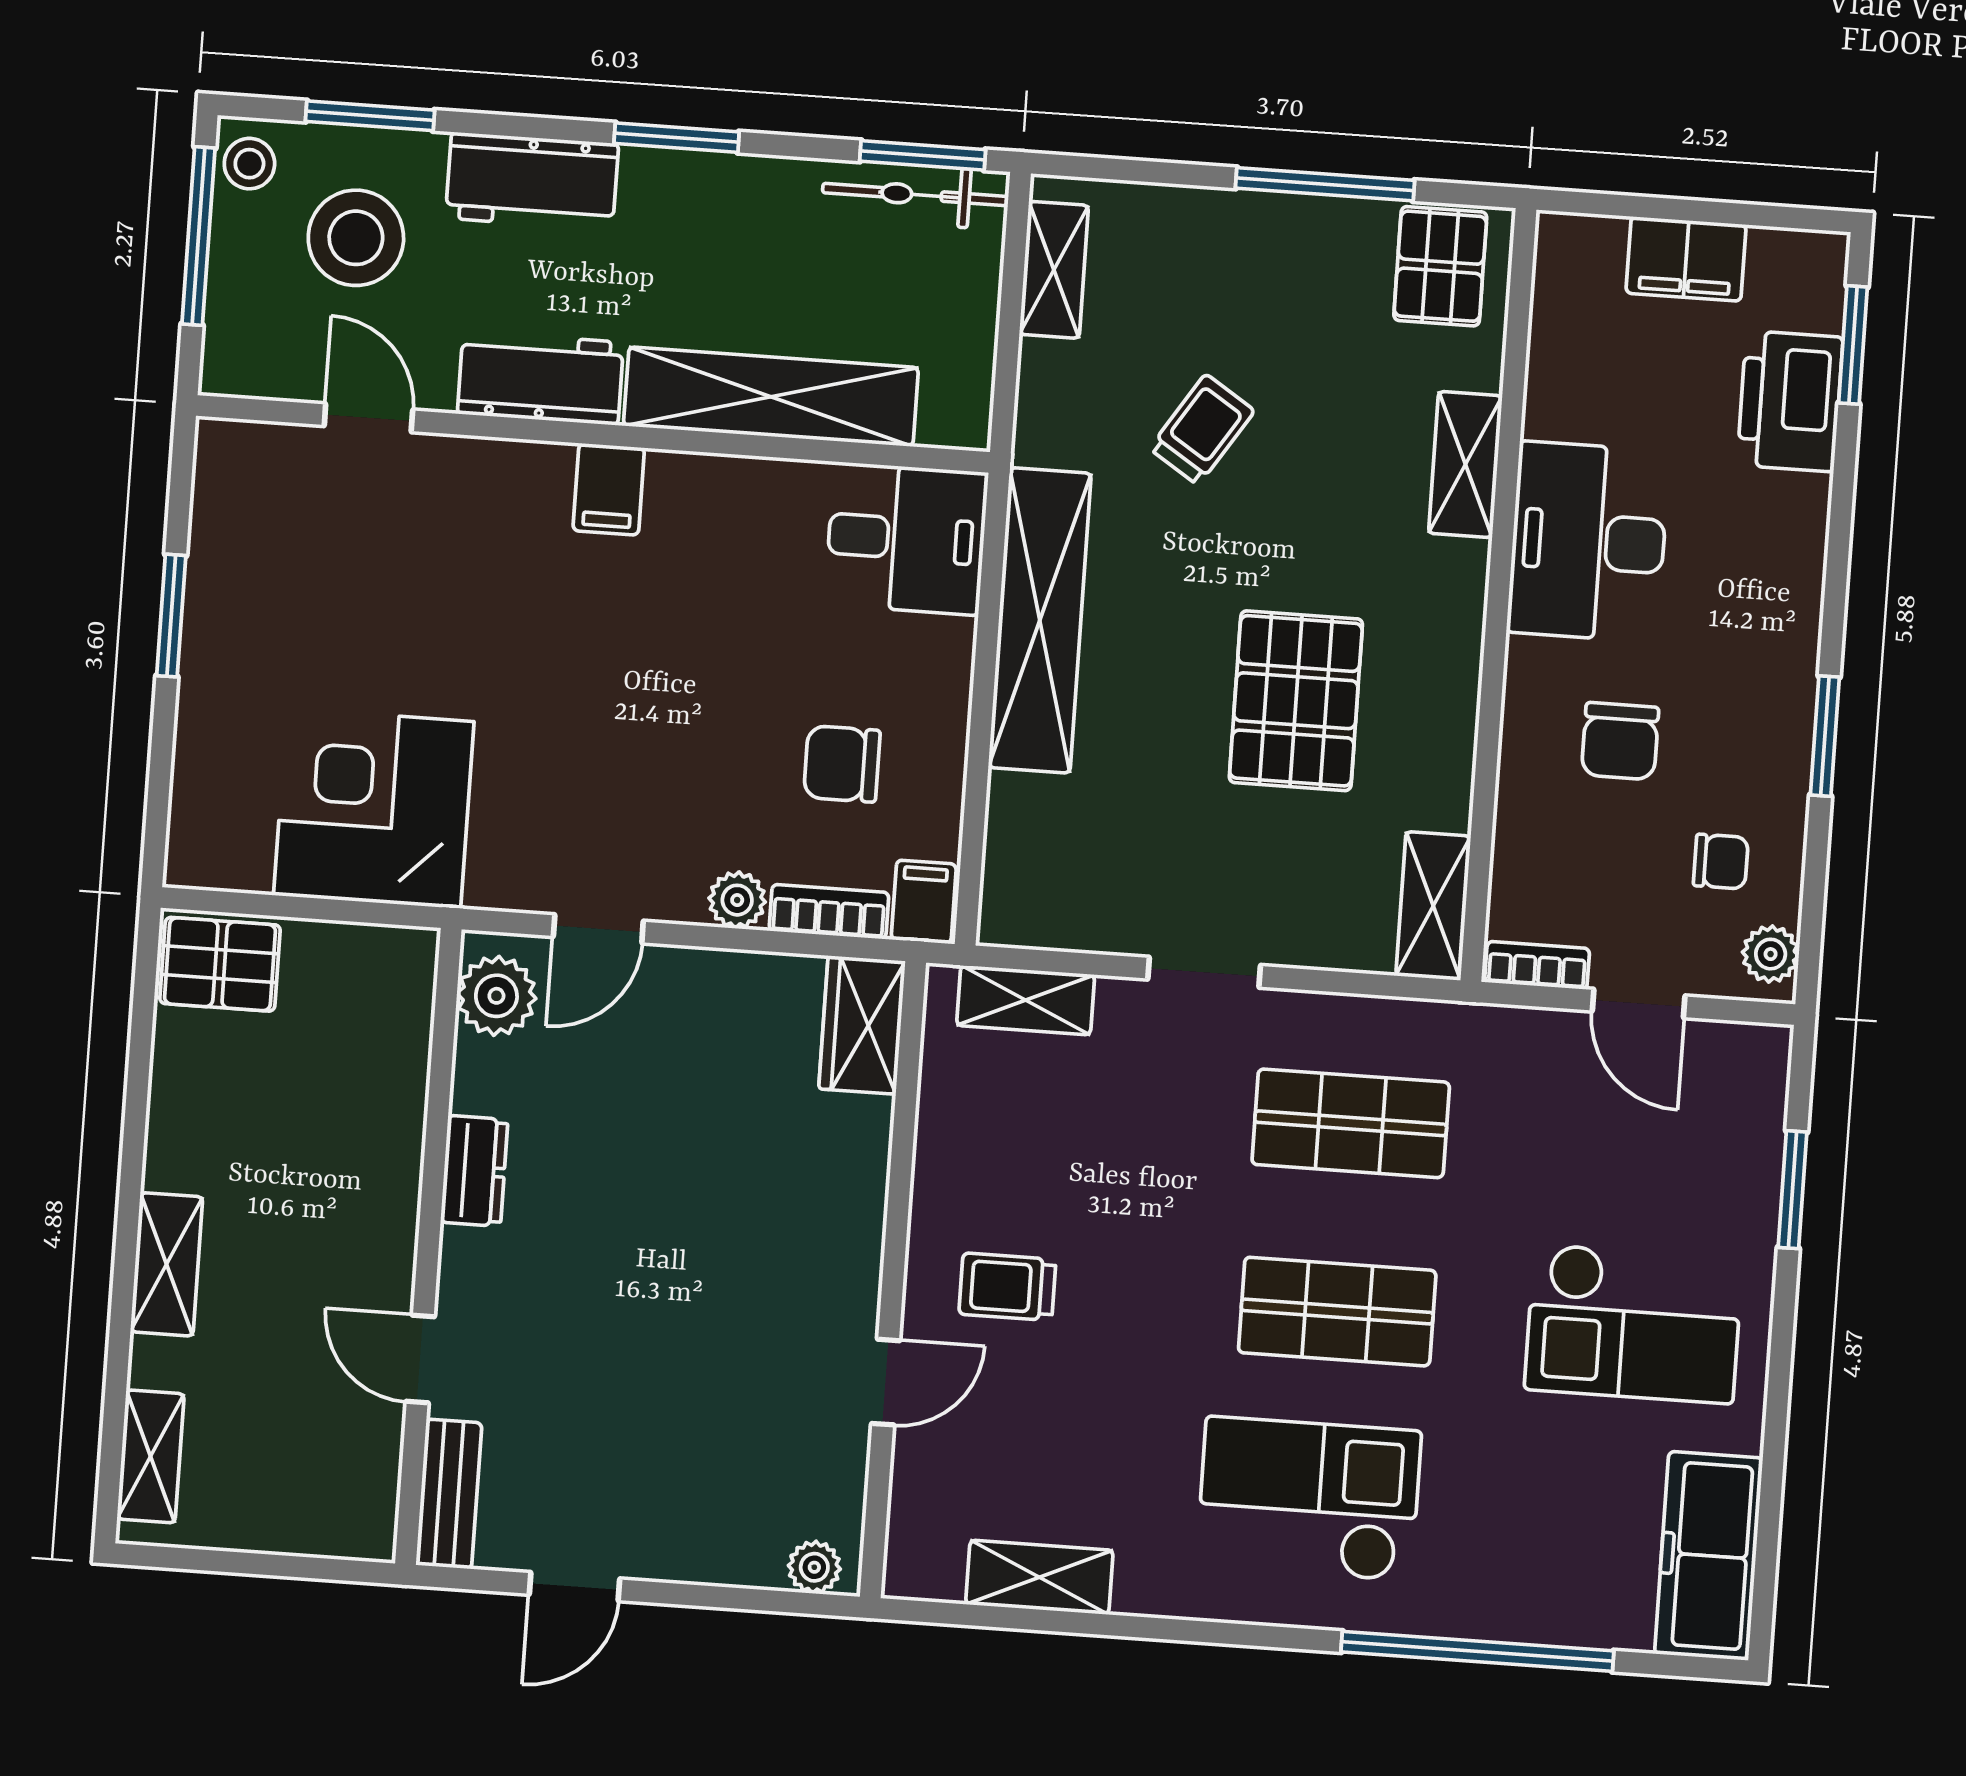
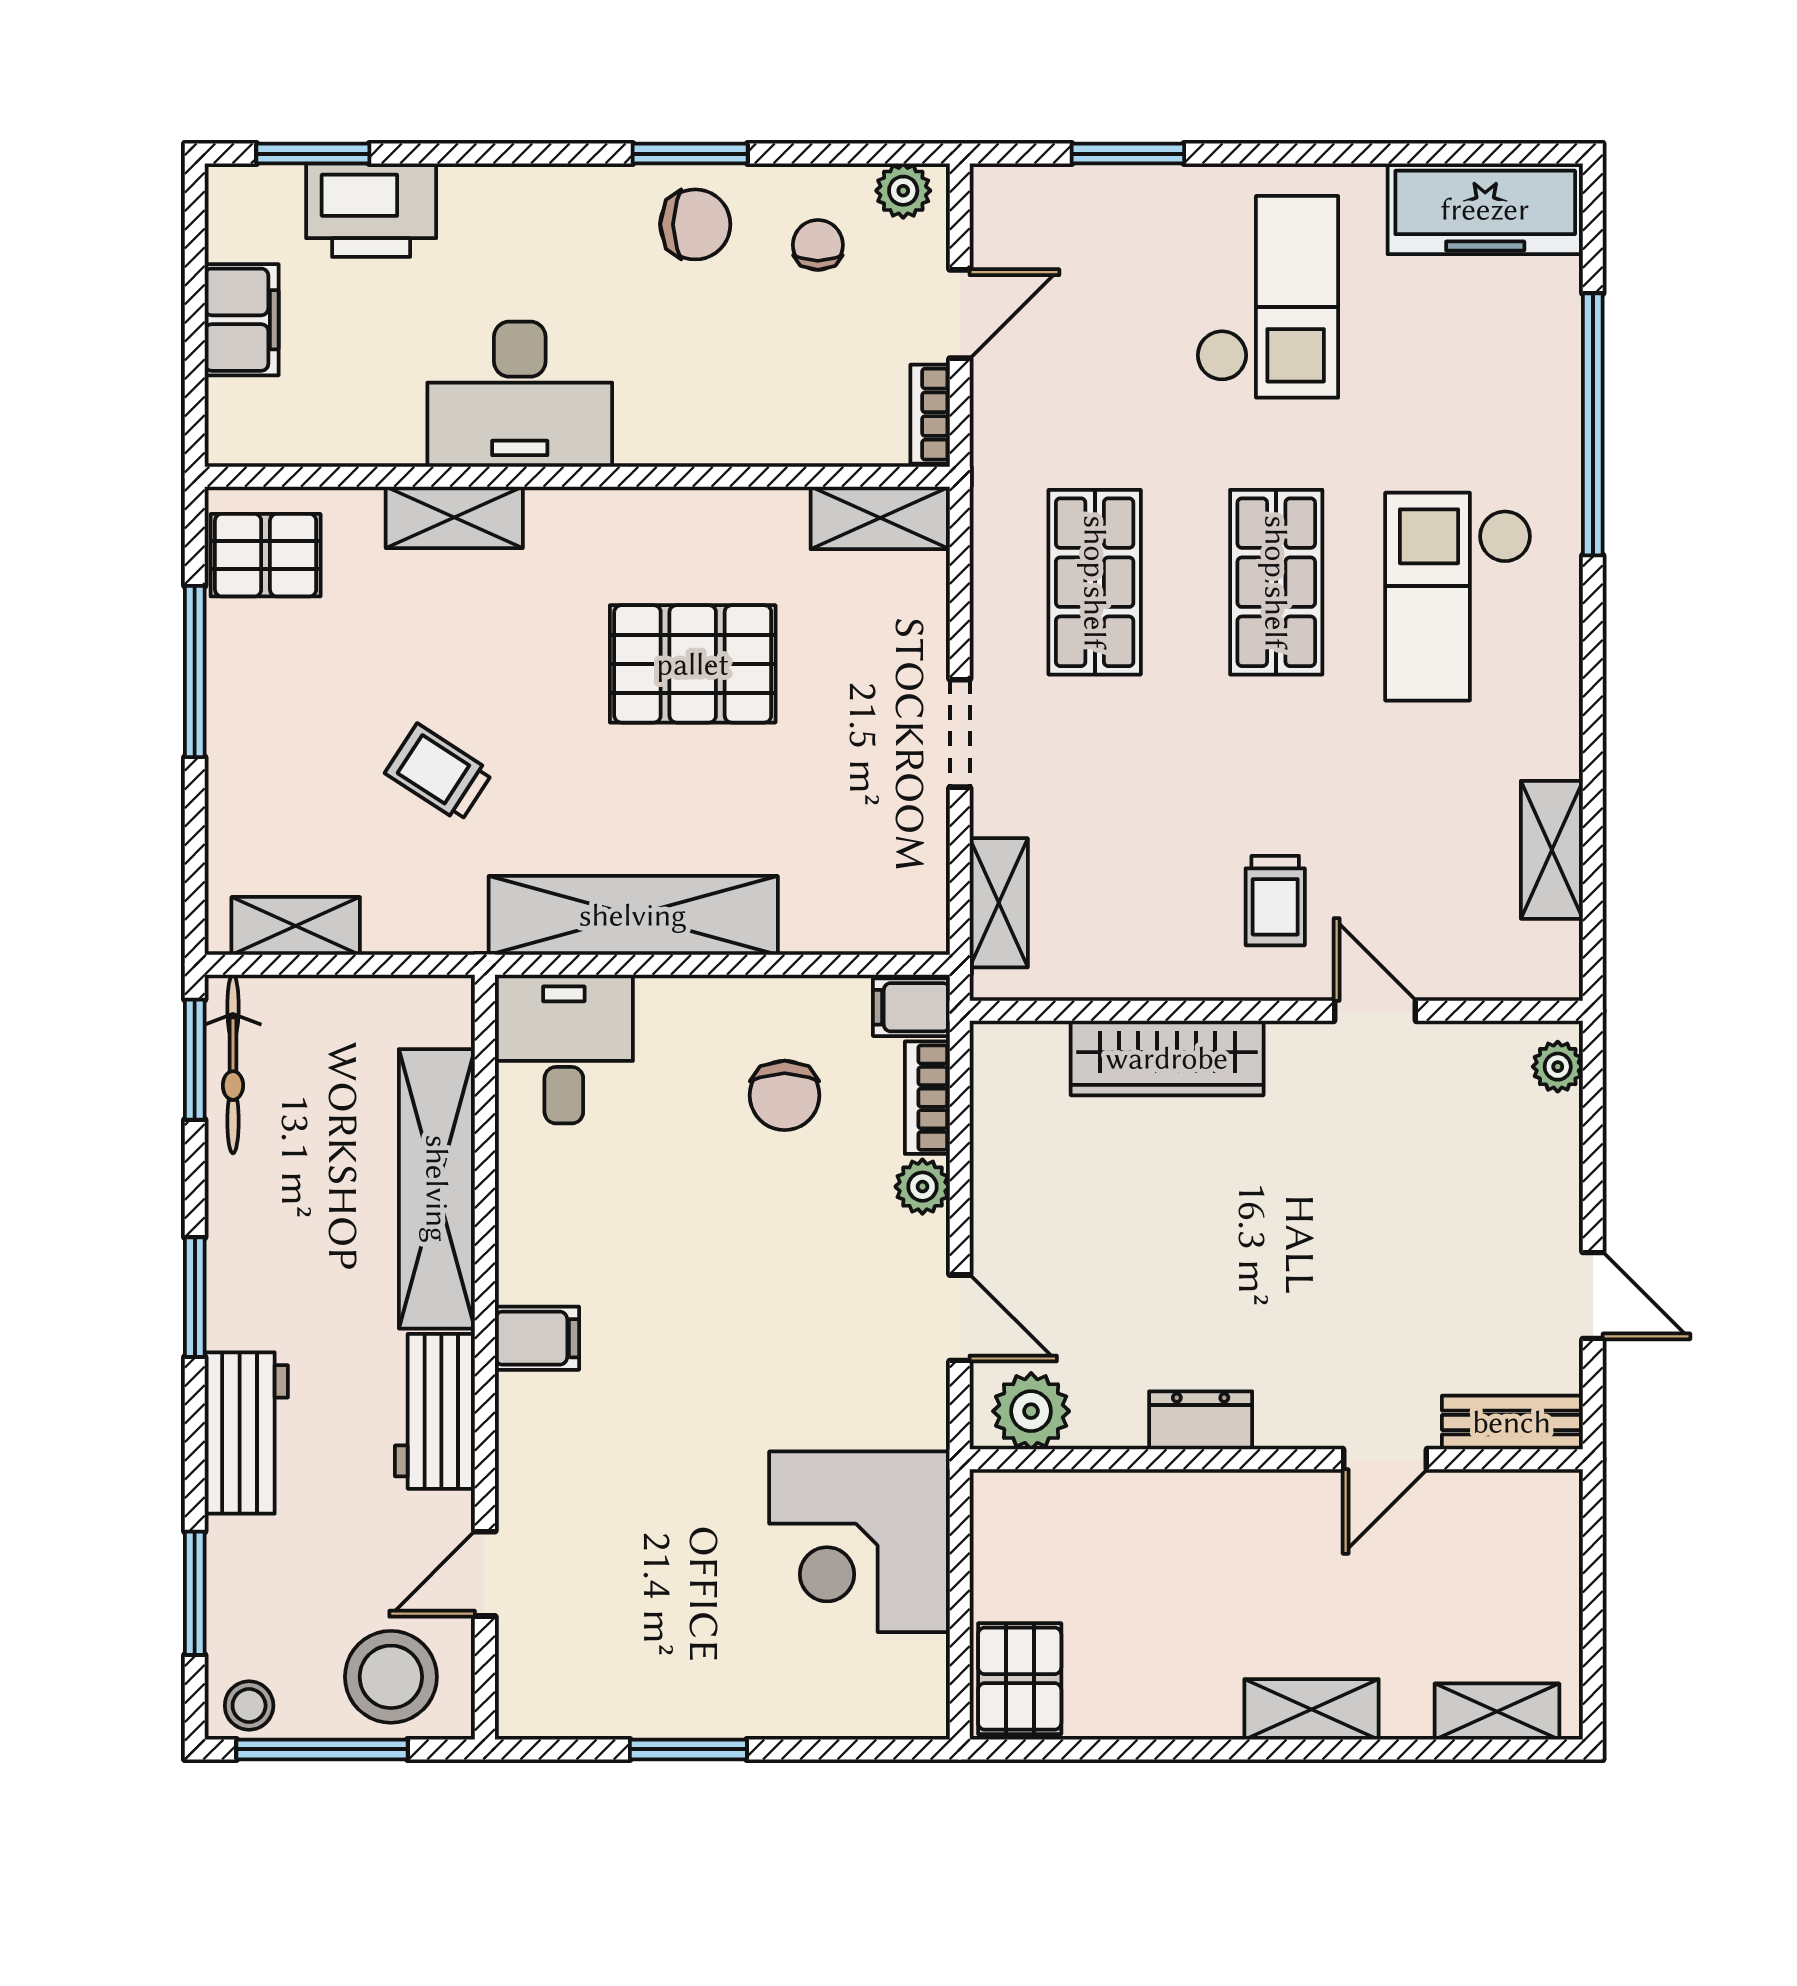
stool: (356, 238) -> (391, 1677), moved
chair: (1620, 741) -> (695, 224), moved
wardrobe: (862, 1025) -> (1167, 1058), moved, width x1.50

